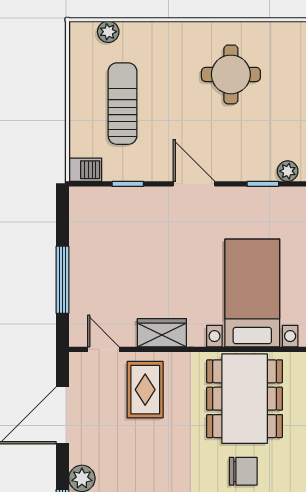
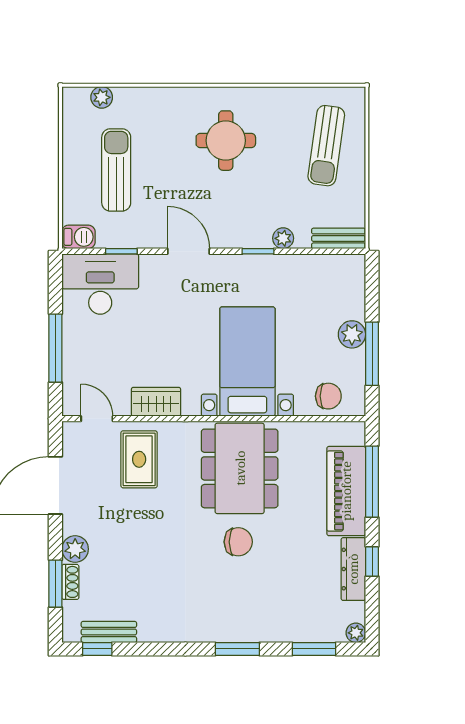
desk: (107, 216) -> (100, 284), added

